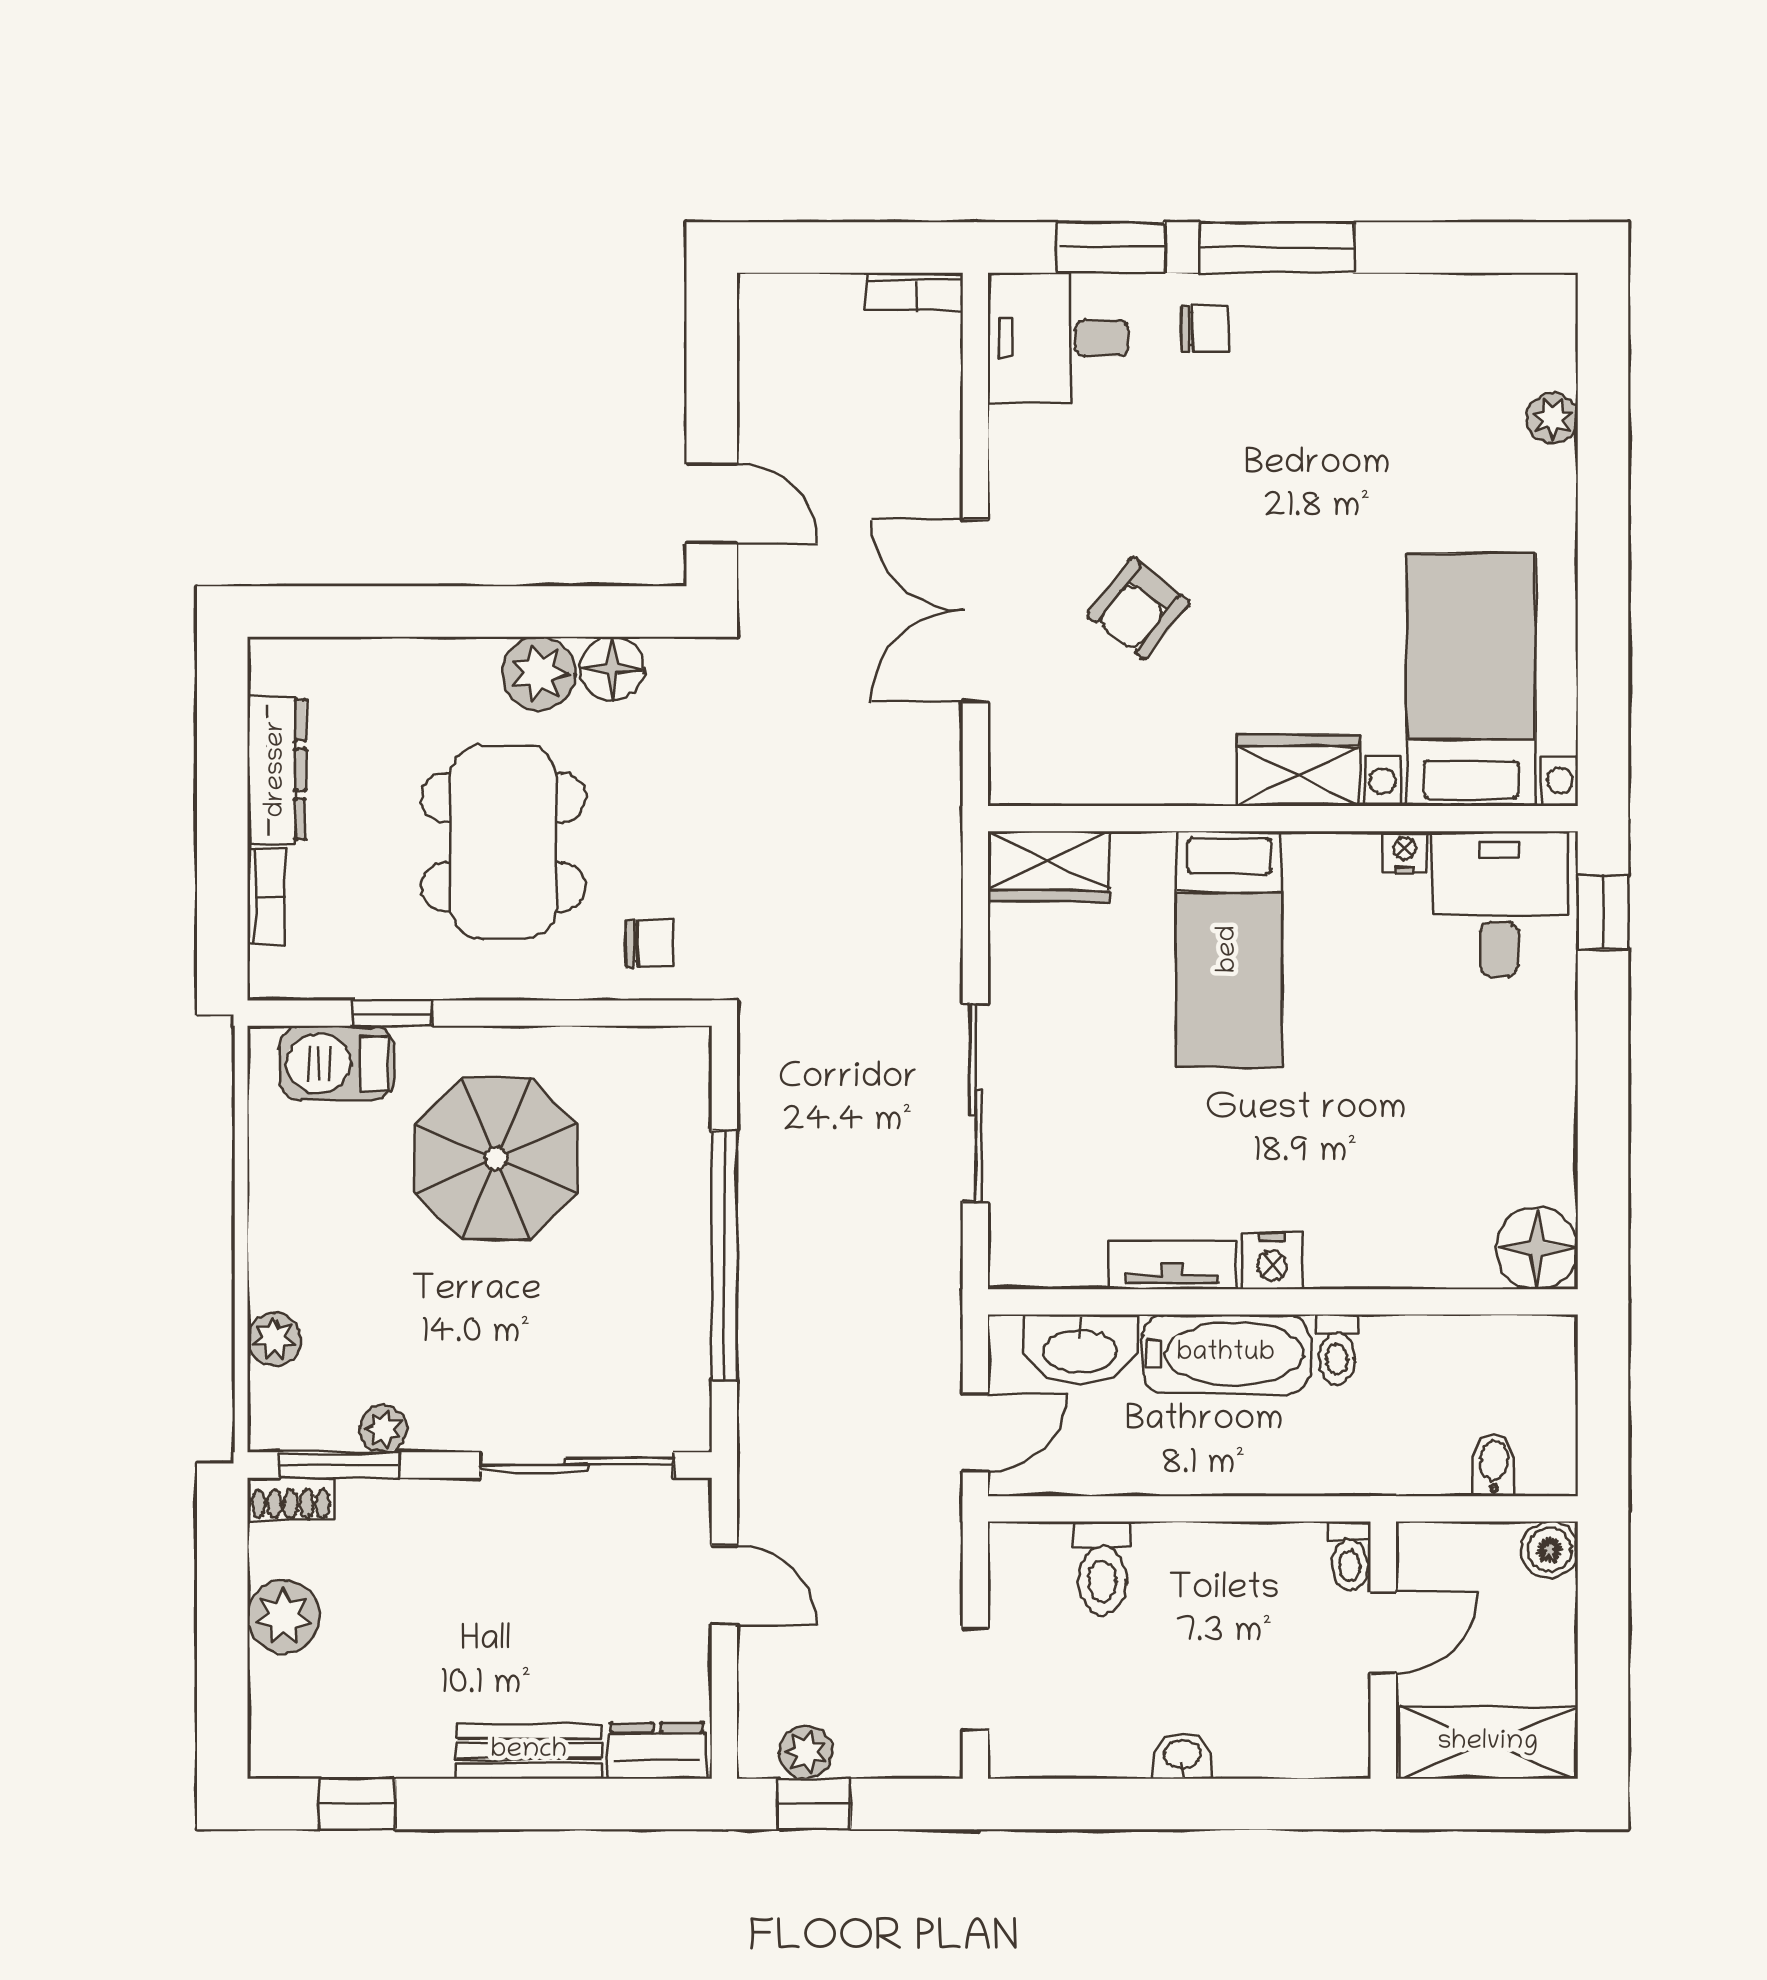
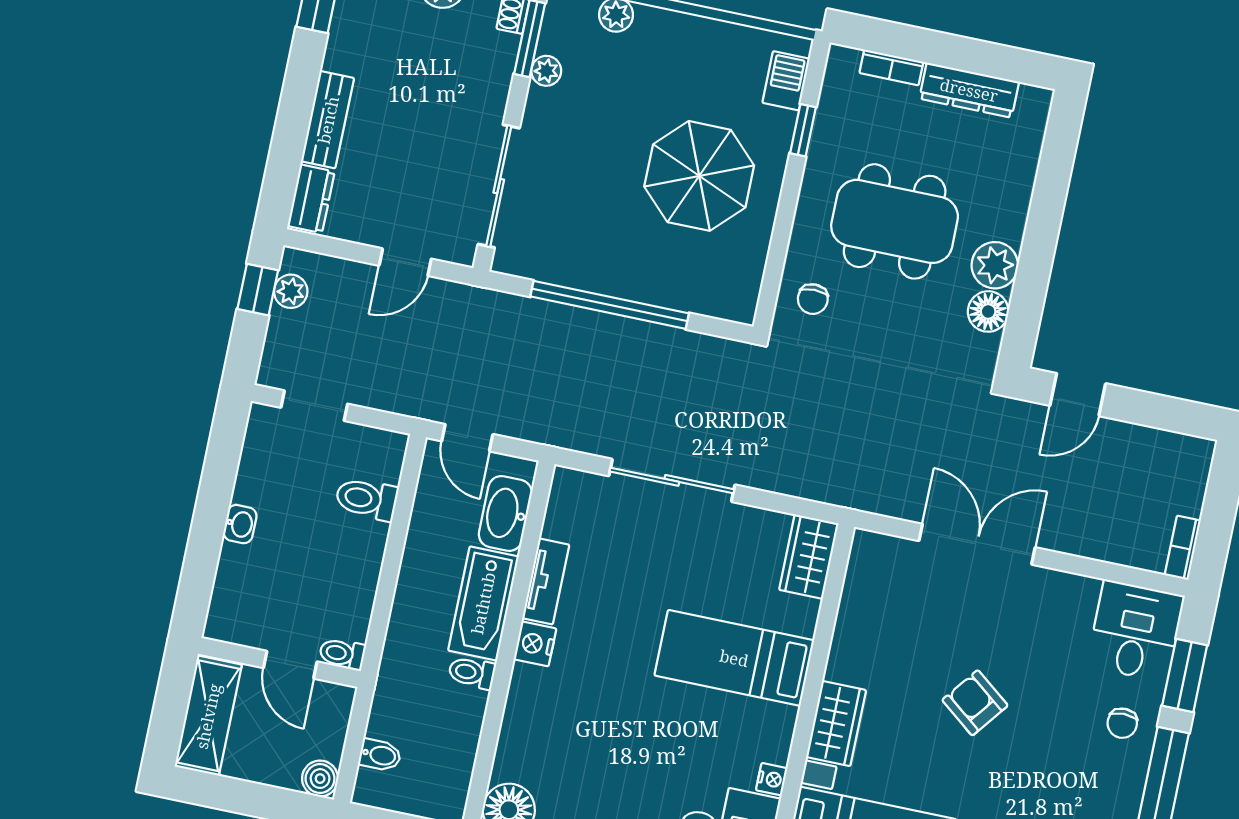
armchair: (1138, 608) -> (975, 703), moved
barbecue: (337, 1063) -> (786, 81), width x0.73, depth x0.79

